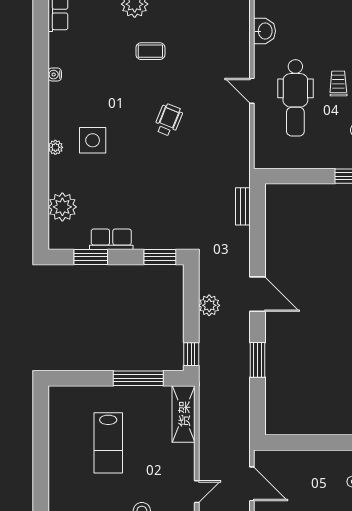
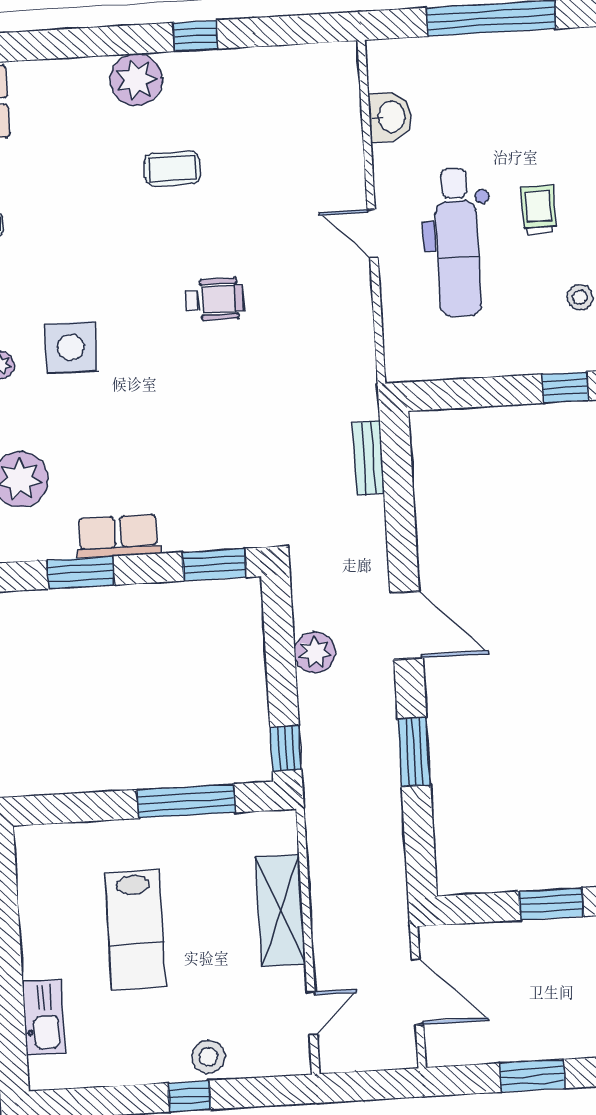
wheelchair: (168, 120) -> (215, 299), turned 68
shelving: (184, 414) -> (280, 911), moved
window: (324, 442) -> (551, 904), added
kitchen sink: (58, 485) -> (44, 1017), added

